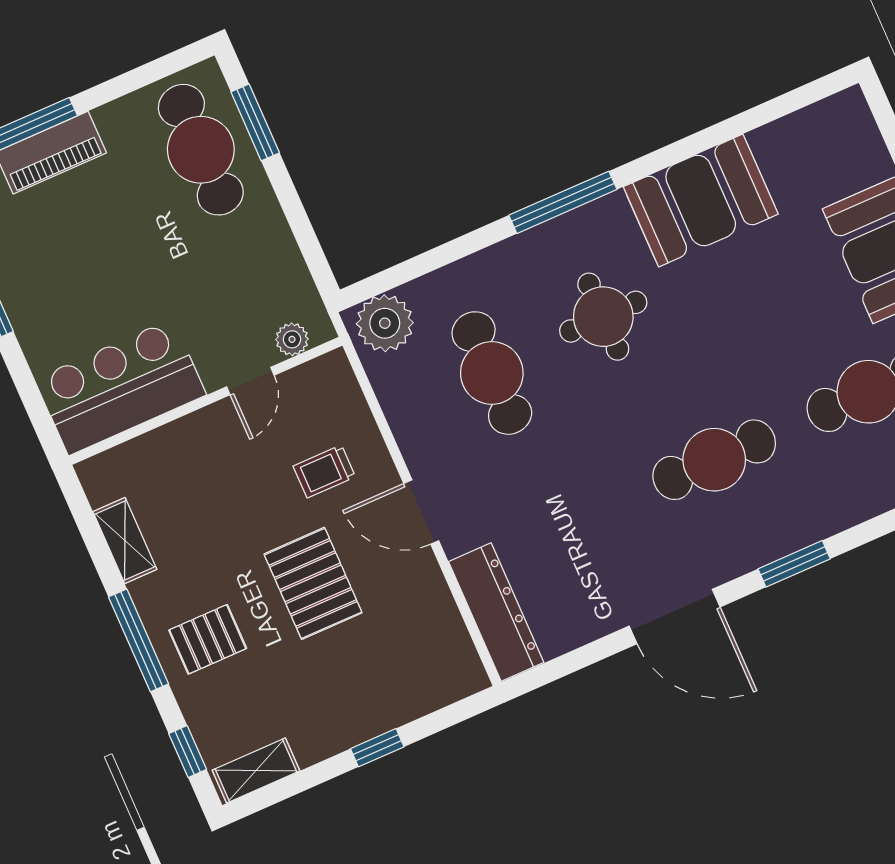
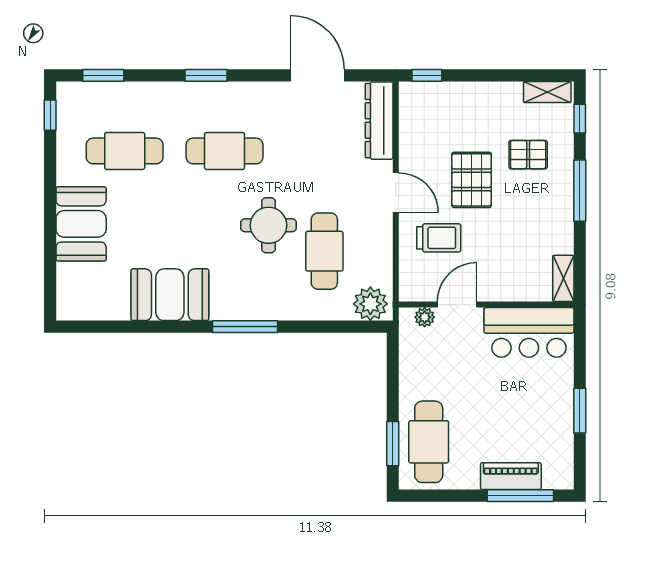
round table: (603, 317) -> (268, 225), moved
door: (250, 381) -> (457, 305), width x1.38
trolley: (324, 471) -> (439, 238), width x1.36, depth x1.39
shelving: (125, 540) -> (563, 278), moved
door: (675, 617) -> (317, 75), moved
pallet: (208, 639) -> (528, 155), moved
window: (377, 748) -> (427, 75), moved

